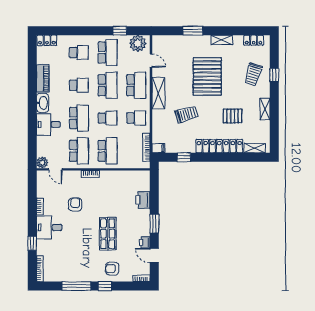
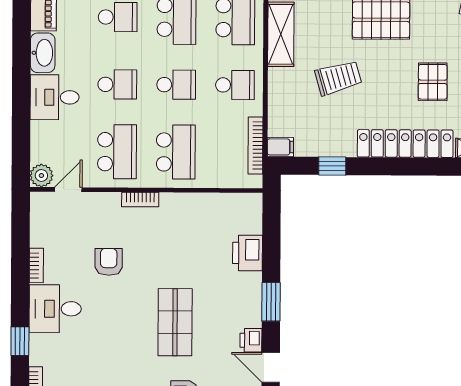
pallet: (232, 116) -> (433, 82), turned 90
school desk: (79, 118) -> (117, 84), width x0.54
door: (55, 169) -> (68, 189), swing flipped

